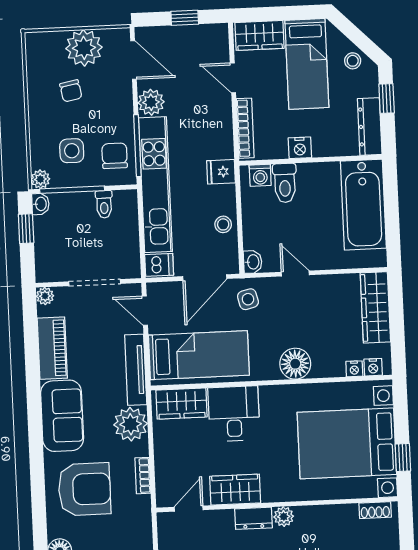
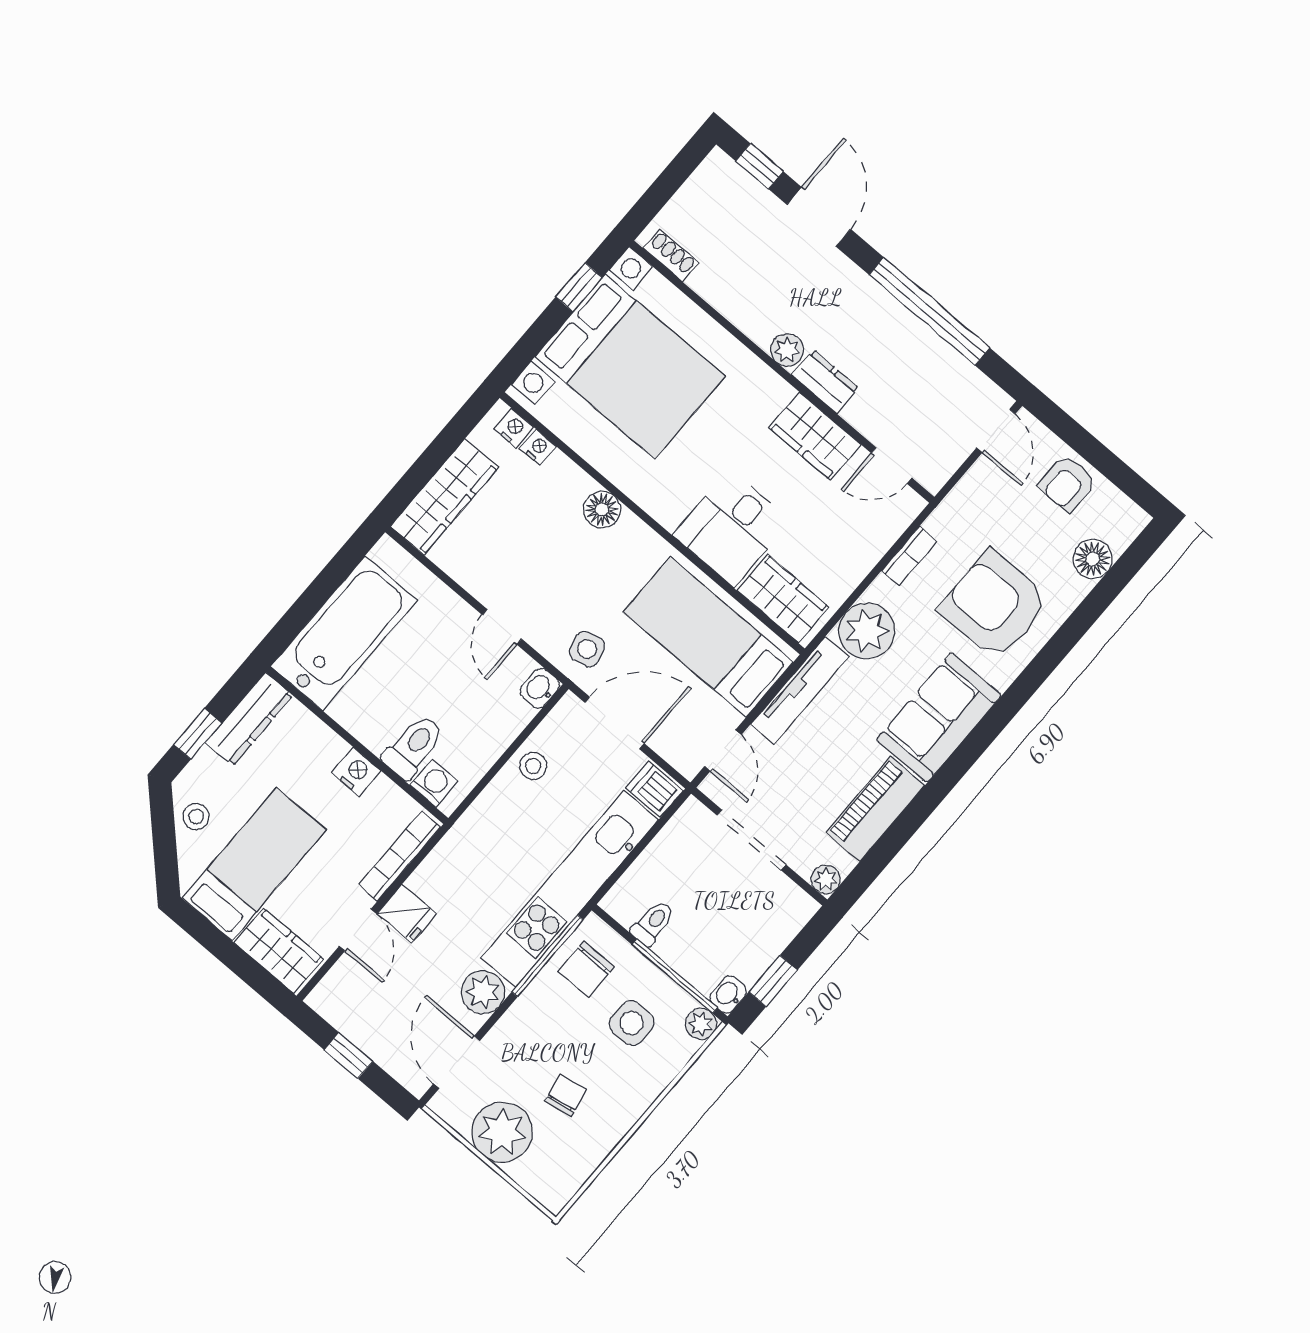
fridge: (221, 172) -> (407, 913), moved
floor lamp: (295, 364) -> (602, 510), width x0.73, depth x0.73

